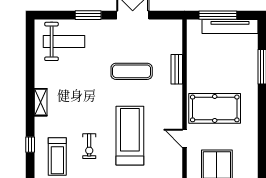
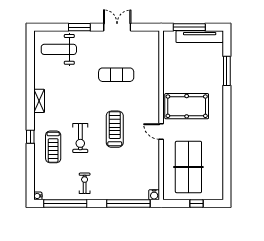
weight bench: (64, 41) -> (59, 49), turned 180
bench: (177, 69) -> (154, 73), removed
treadmill: (130, 136) -> (115, 129), width x0.73, depth x0.73
exercise bike: (89, 146) -> (80, 138), width x1.38, depth x1.39

